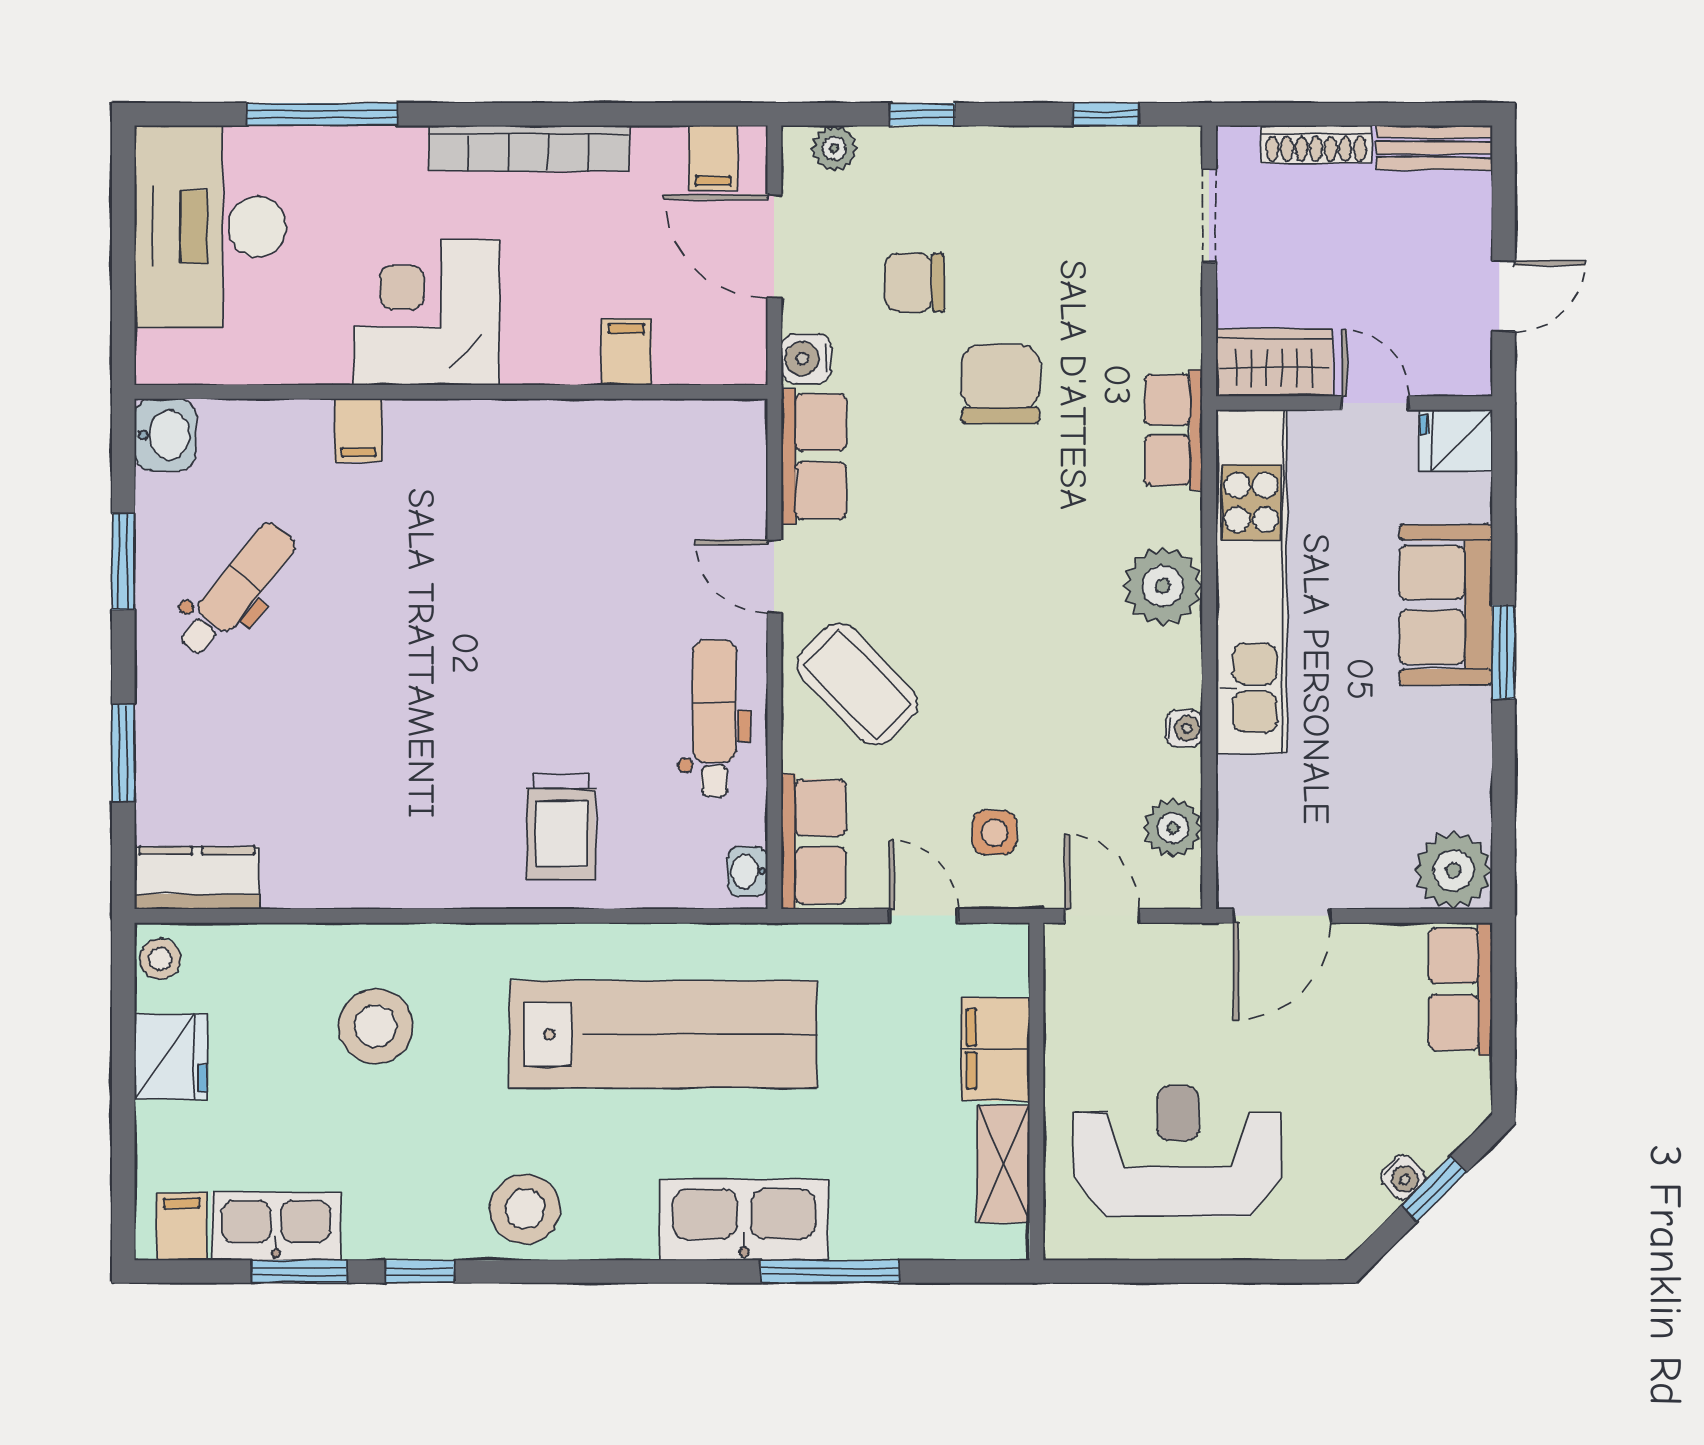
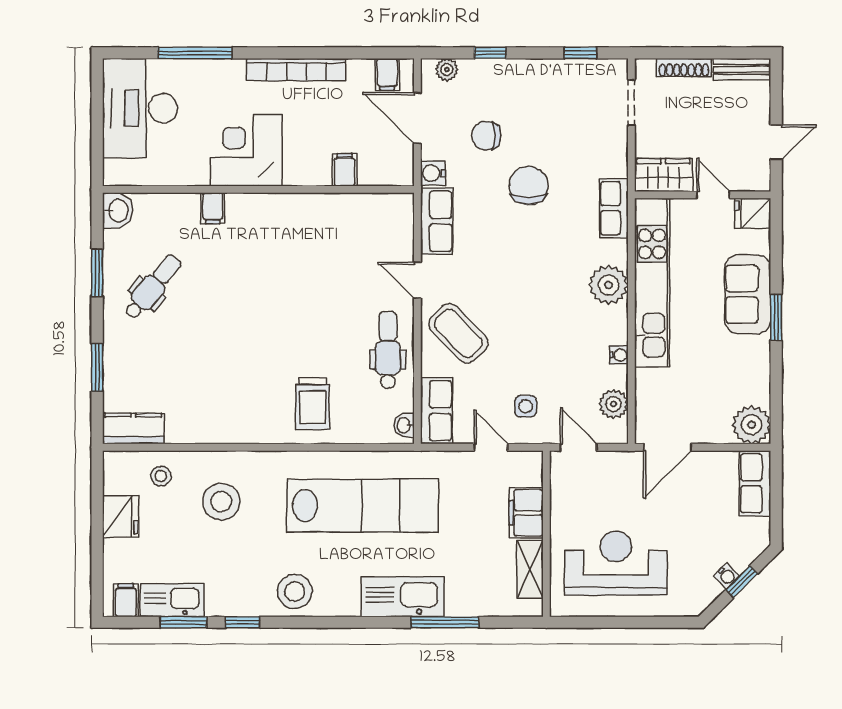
stool: (160, 959) -> (161, 476), moved

